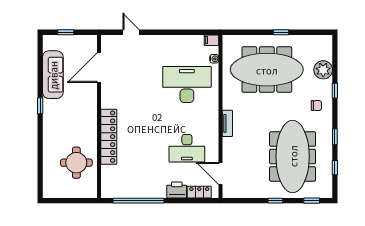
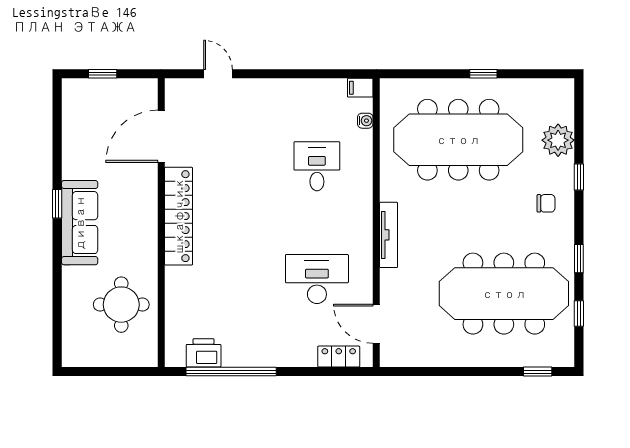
sofa: (53, 75) -> (80, 223), moved
desk: (187, 85) -> (317, 166), width x0.53, depth x0.77
tv unit: (227, 123) -> (388, 235), width x1.41
locker: (109, 137) -> (179, 216), moved
desk: (187, 148) -> (317, 279), turned 180
meeting table: (293, 156) -> (504, 294), turned 90
printer: (177, 190) -> (204, 353), moved
window: (275, 201) -> (473, 372), removed

